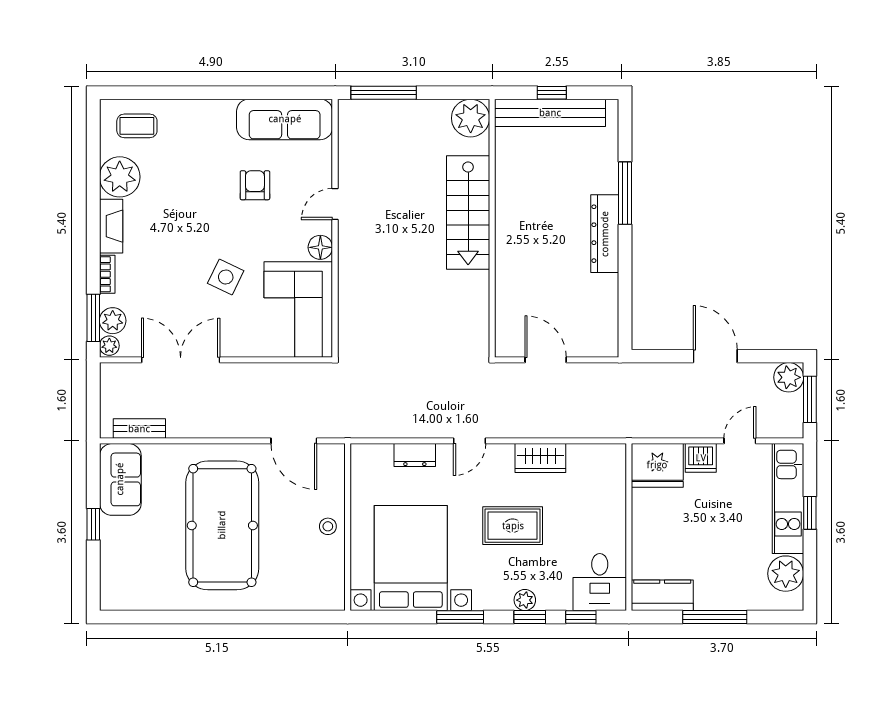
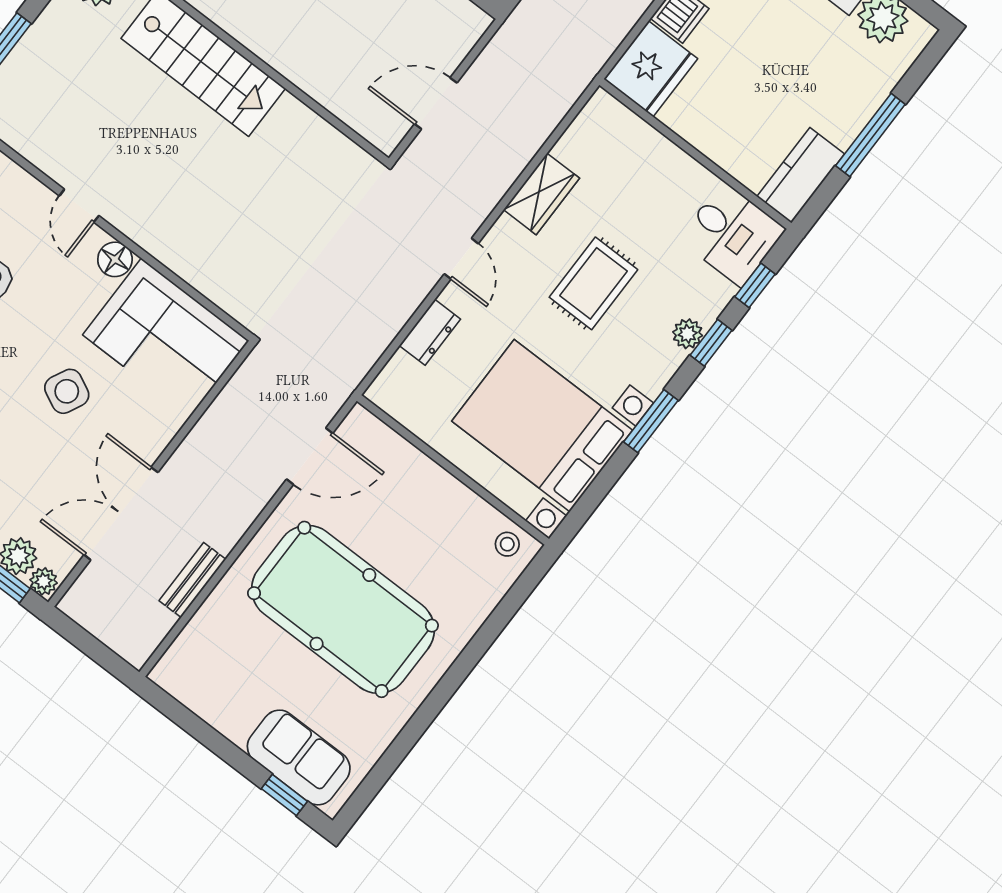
bench: (139, 429) -> (192, 580), moved
sofa: (120, 479) -> (299, 757), moved
window: (93, 524) -> (284, 795), moved
stool: (328, 526) -> (507, 544), moved

